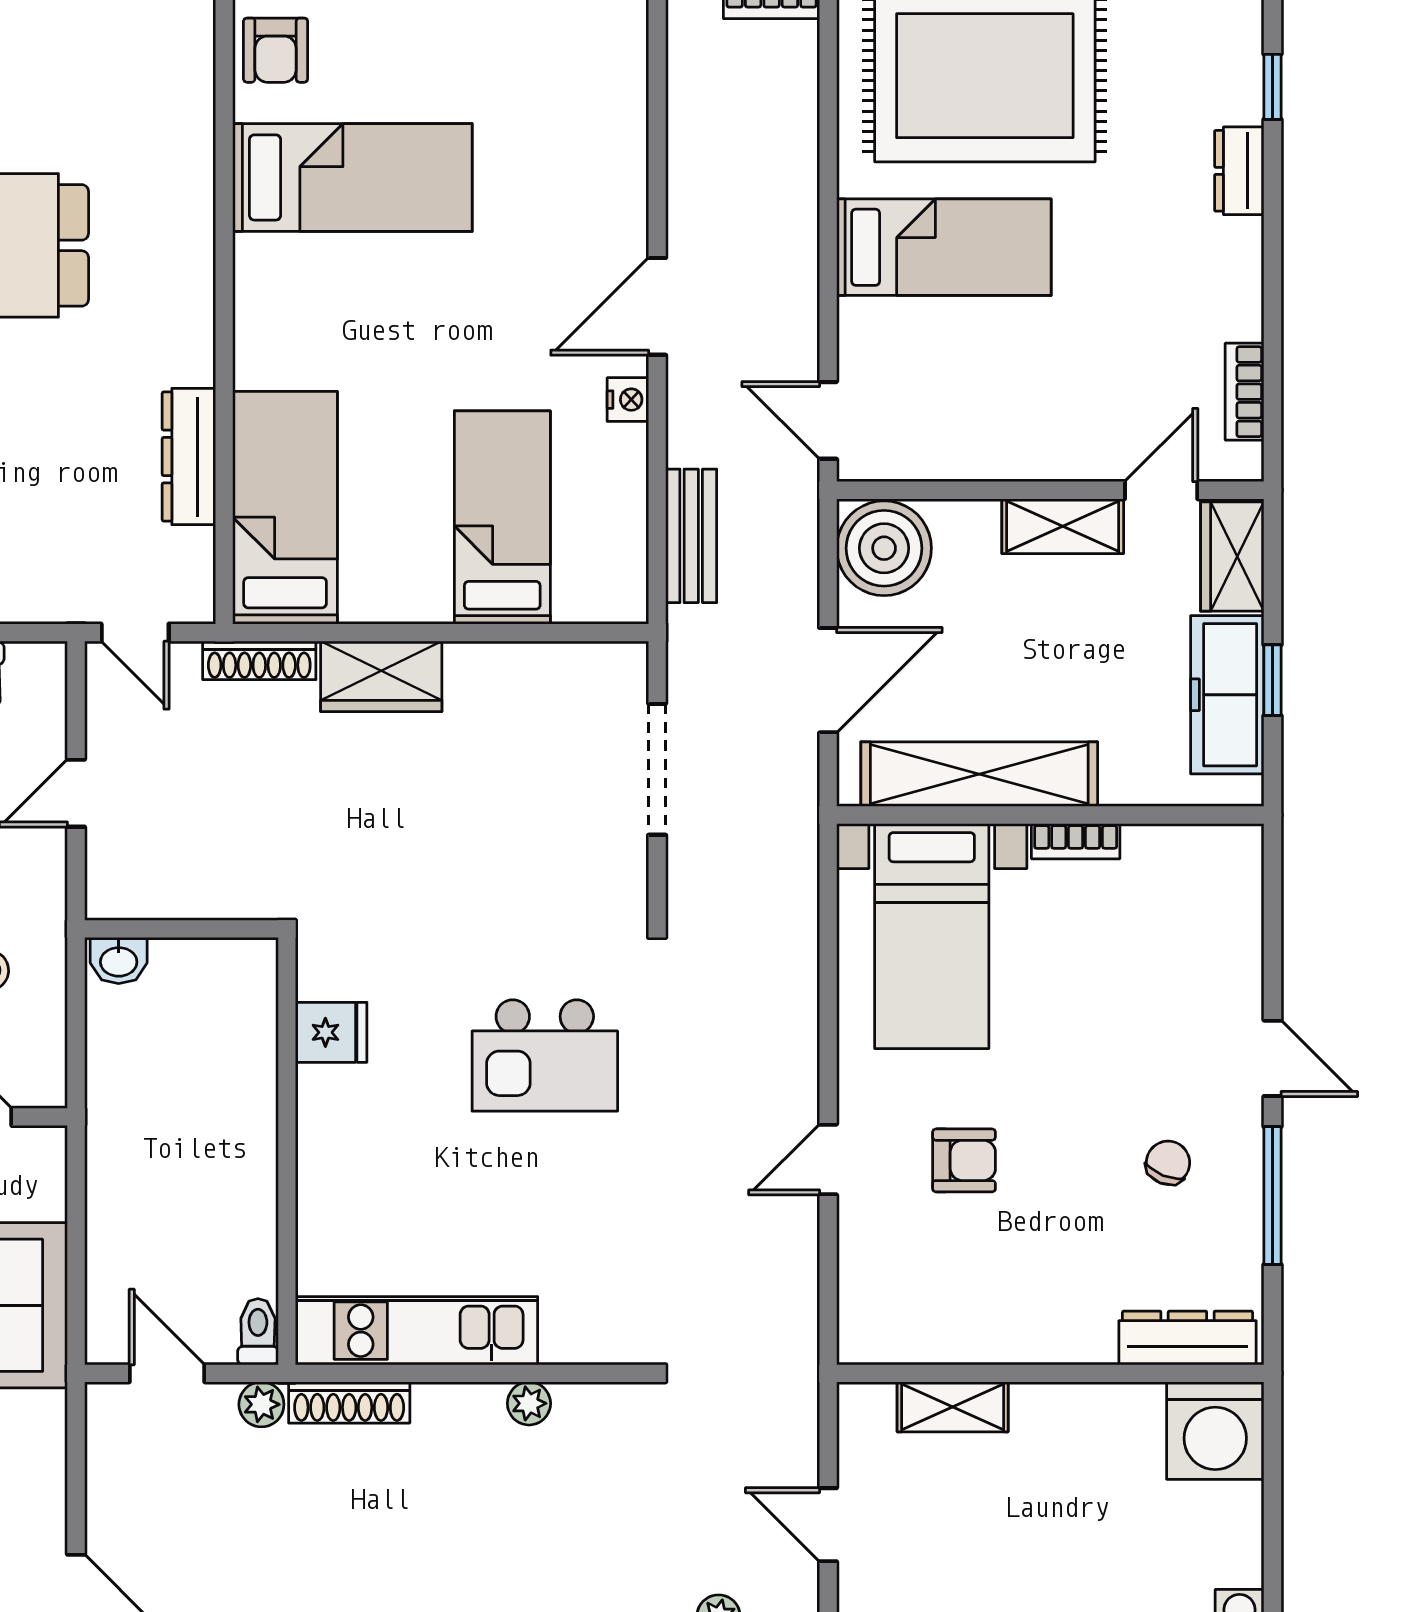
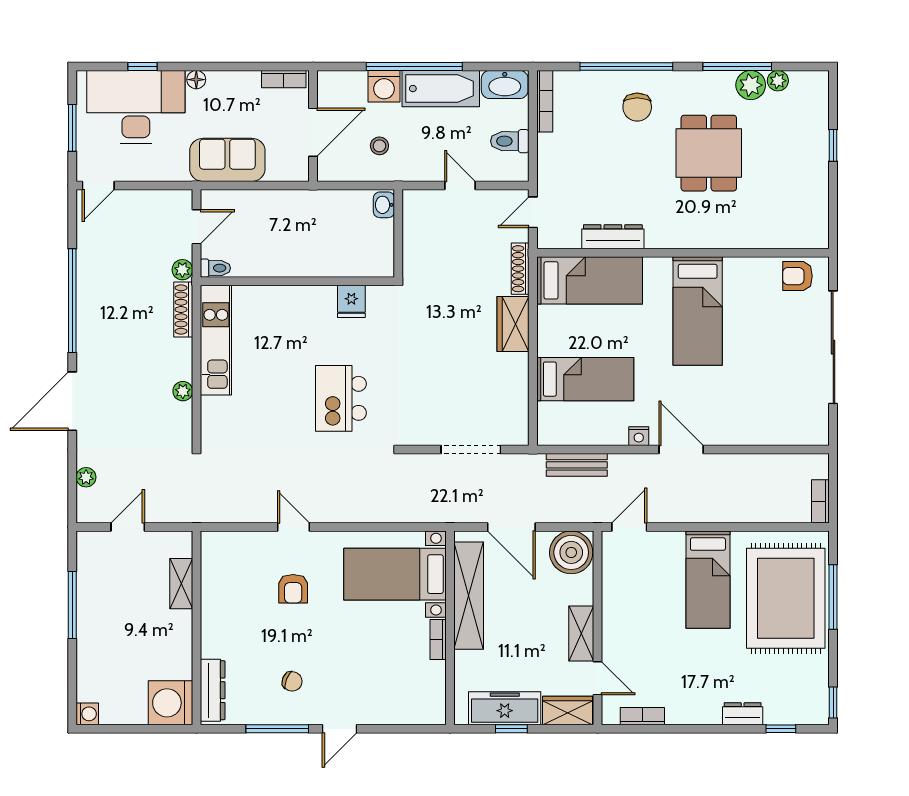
bed: (352, 177) -> (698, 311), moved

